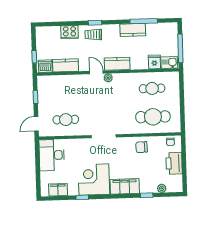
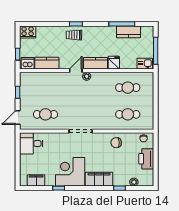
kitchen counter: (133, 30) -> (128, 32), moved
cooker: (69, 32) -> (28, 32), moved
fridge: (154, 62) -> (114, 63), moved
door: (96, 72) -> (76, 71), hinge flipped
cafe table: (153, 117) -> (128, 114), width x0.73, depth x0.74
desk: (52, 155) -> (31, 143), width x0.73

